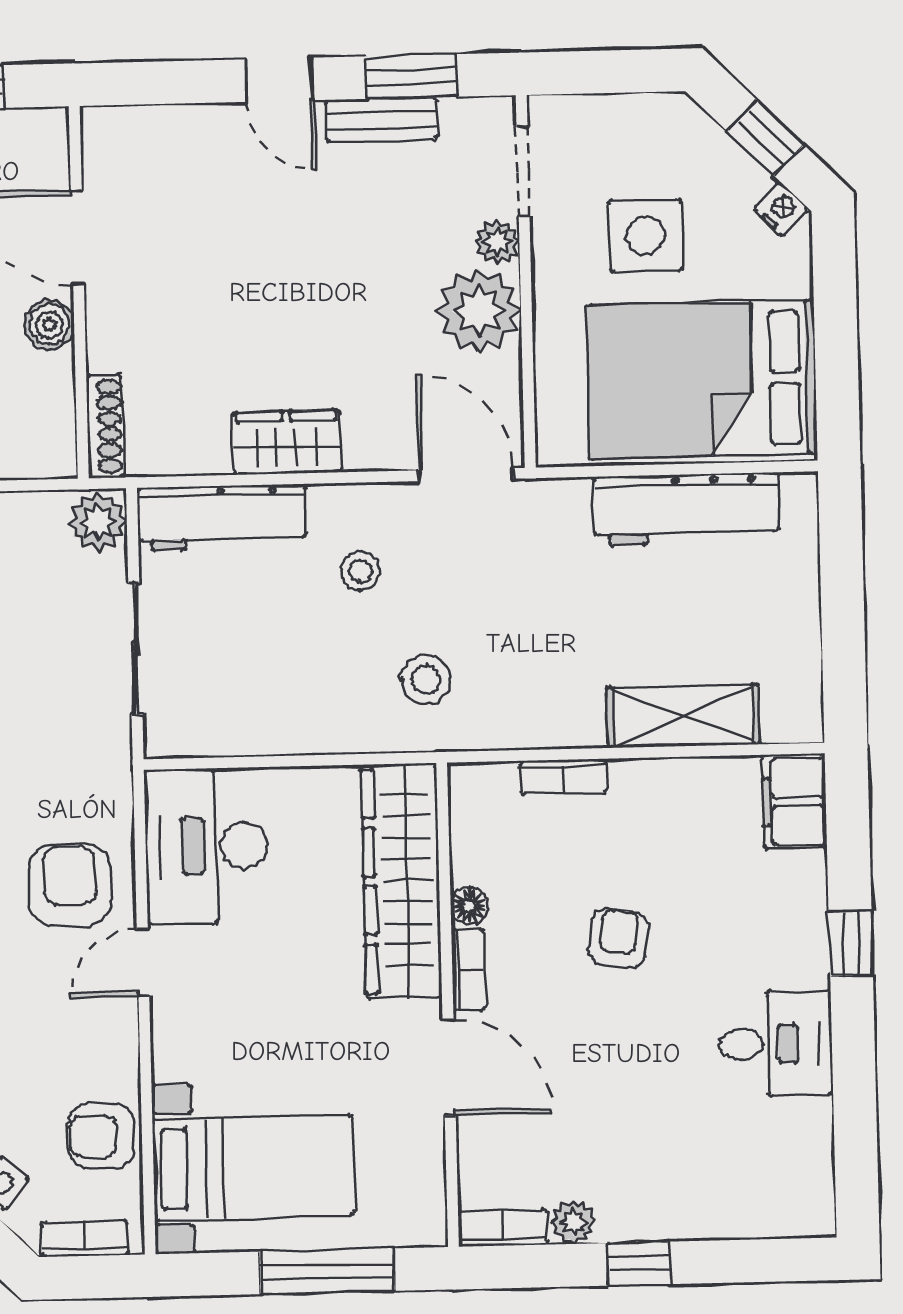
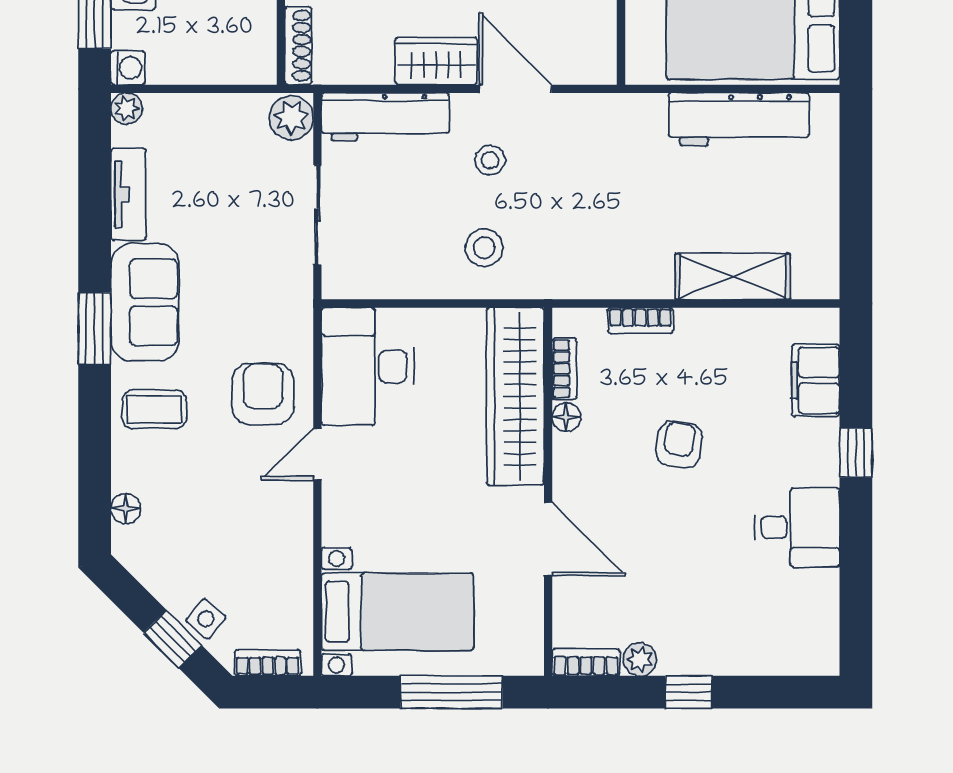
door: (466, 475) -> (515, 89), moved
stool: (426, 680) -> (484, 248), moved
filing cabinet: (794, 801) -> (816, 380), moved
bookcase: (468, 970) -> (564, 369), moved
armchair: (101, 1136) -> (282, 585), removed

